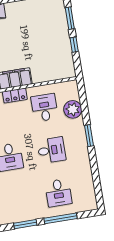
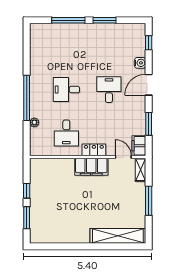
plant: (73, 109) -> (34, 122), width x0.53, depth x0.53
window: (89, 136) -> (27, 98), width x2.11
desk: (58, 193) -> (66, 46), removed

